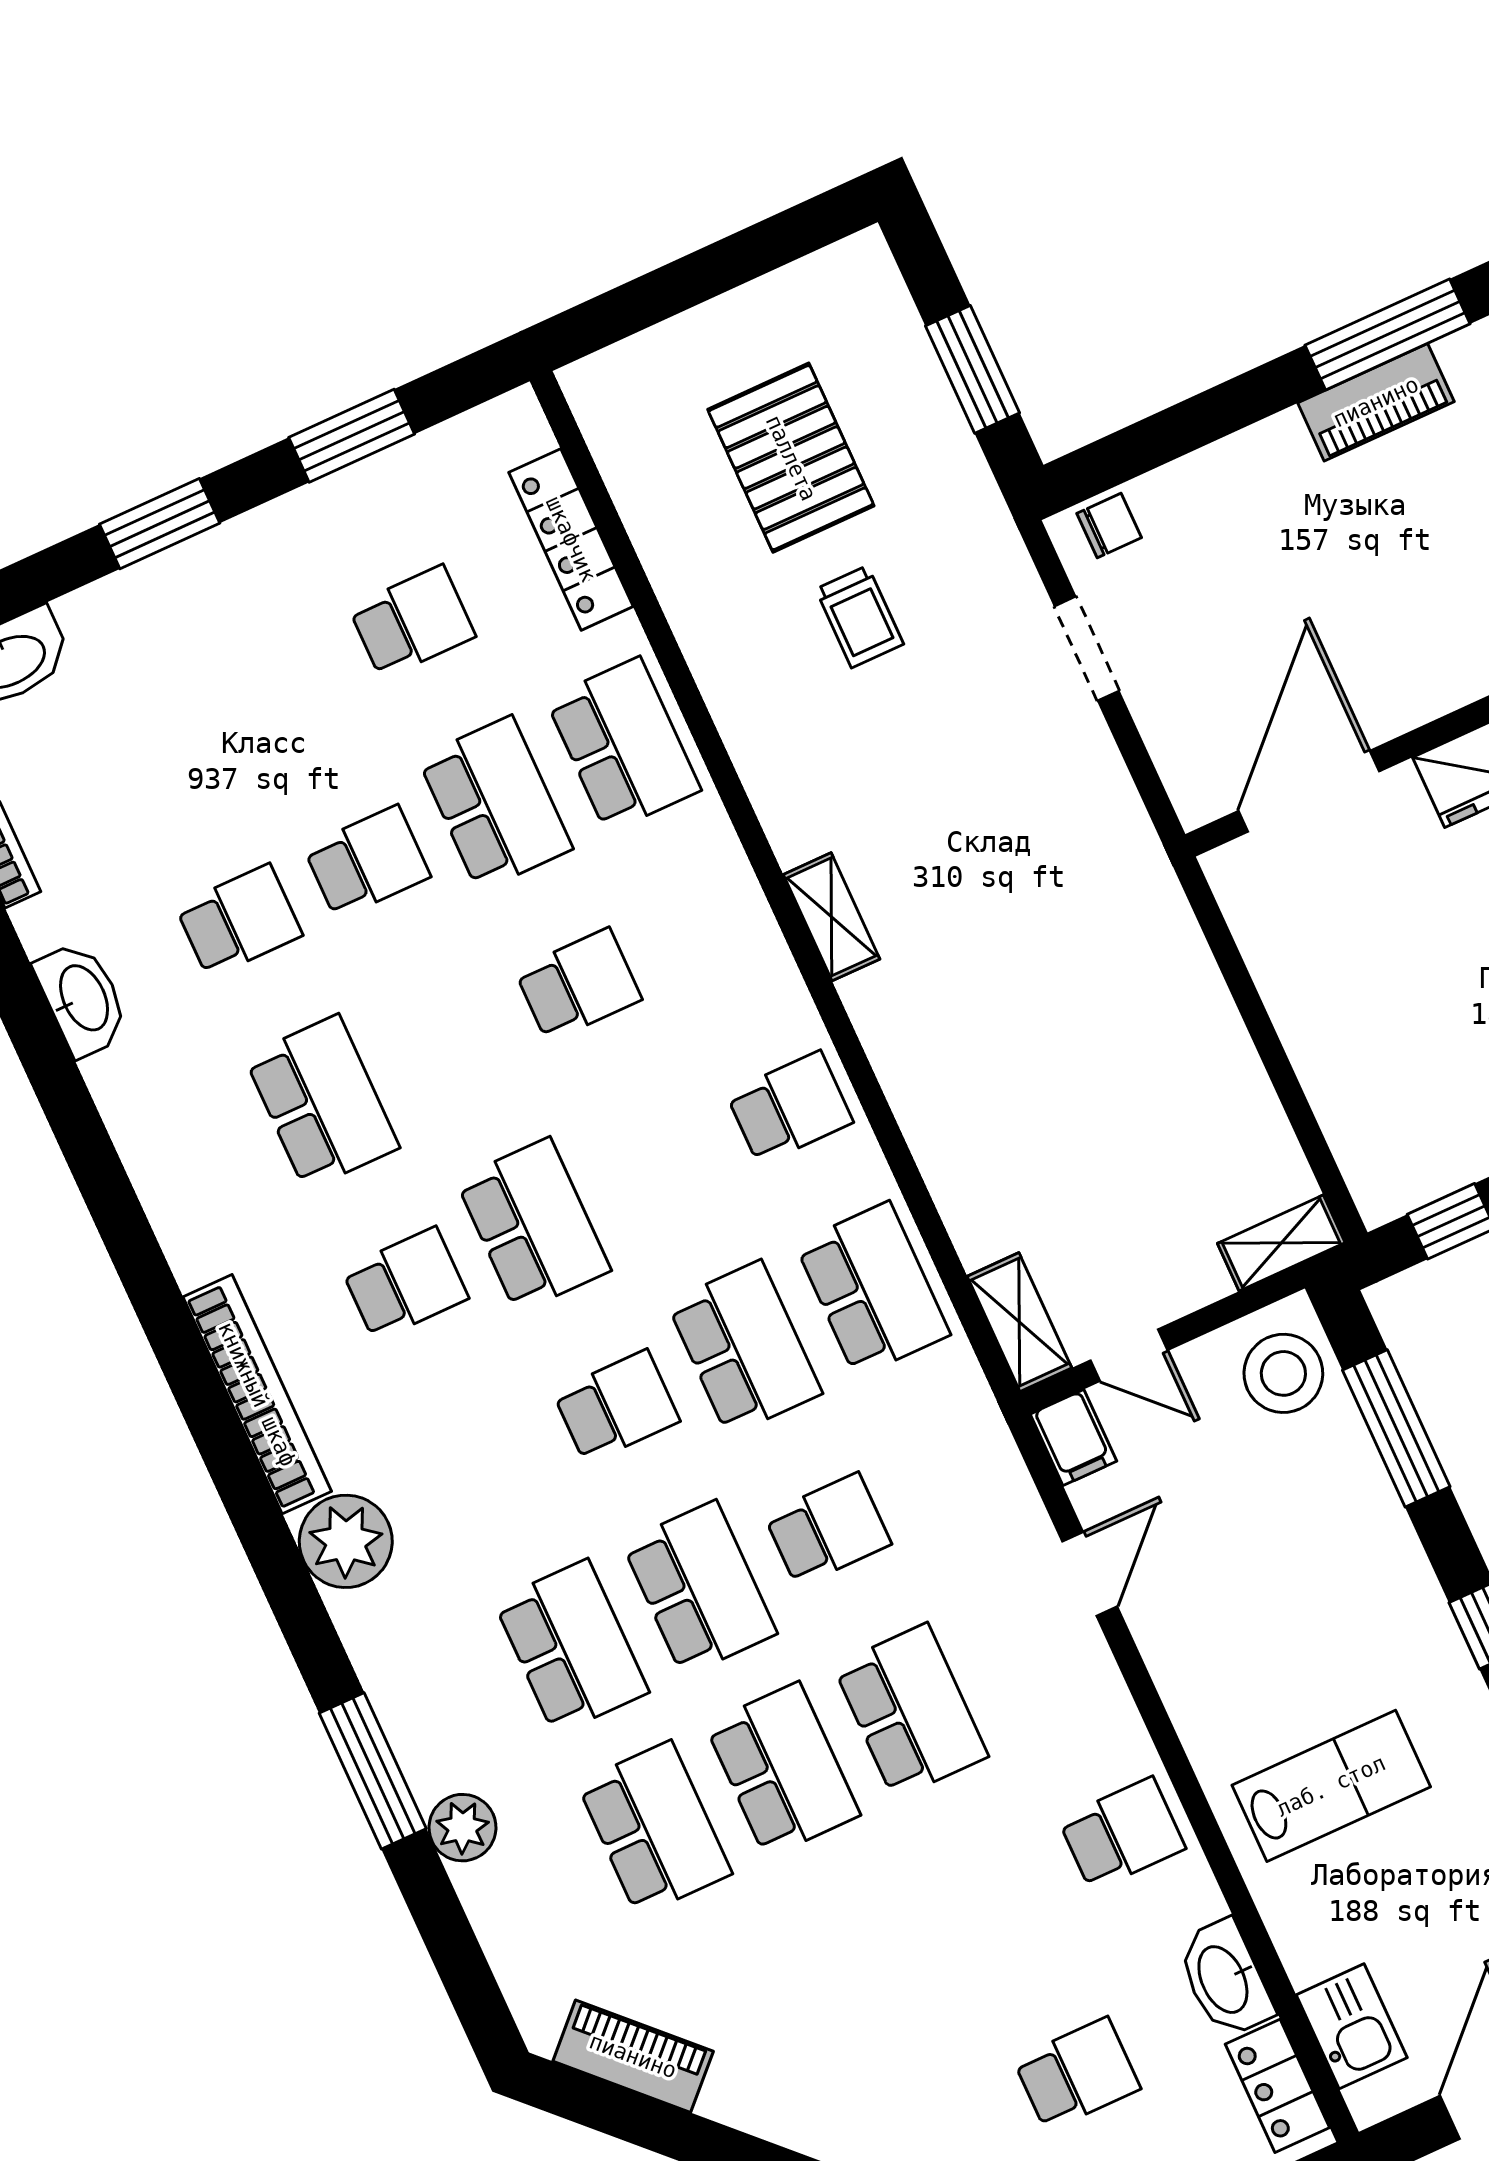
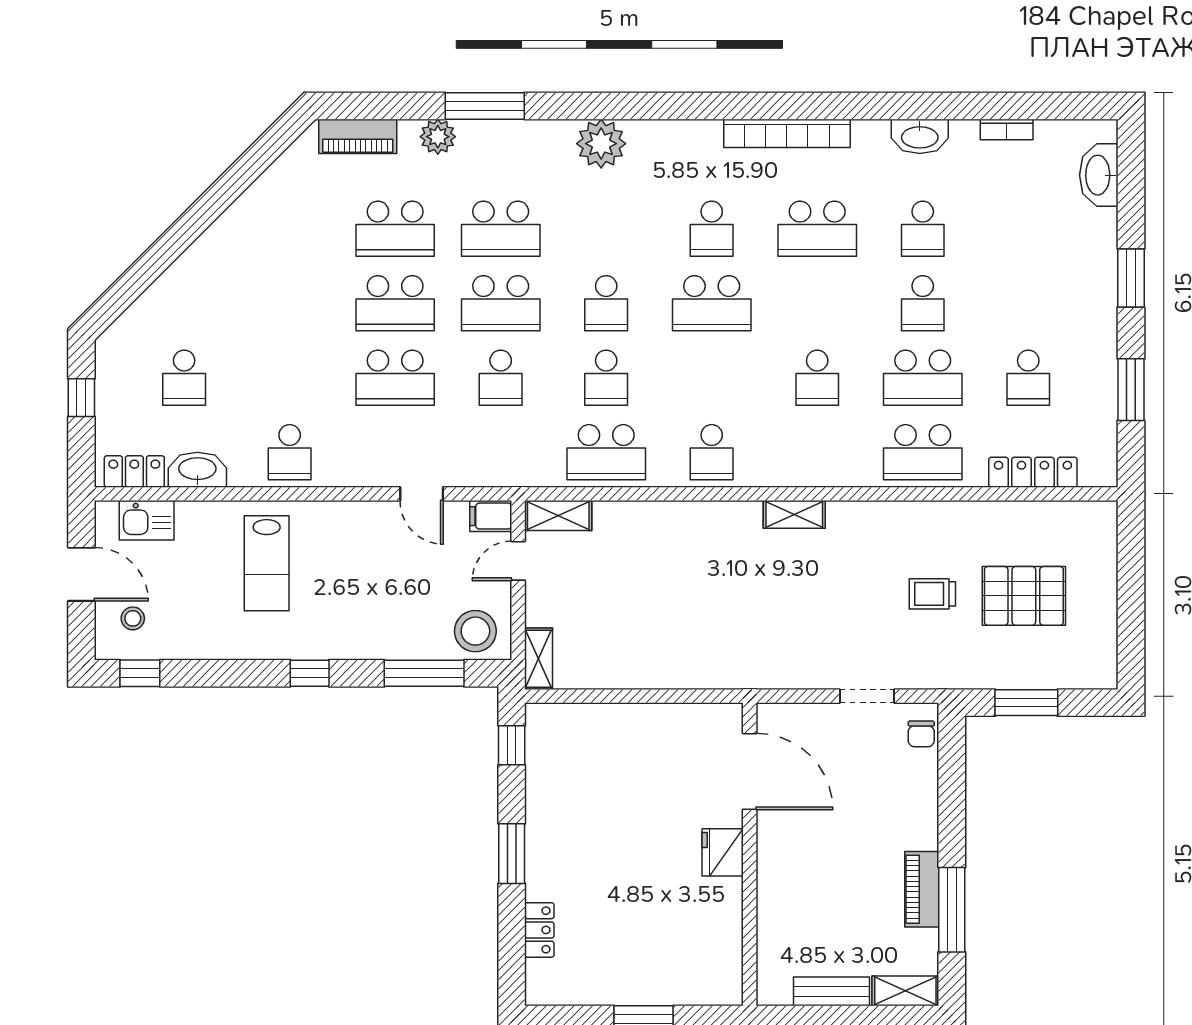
school desk: (745, 1348) -> (606, 378), width x0.54
bookcase: (257, 1394) -> (787, 133), moved
piano: (633, 2056) -> (358, 136), moved, turned 45

